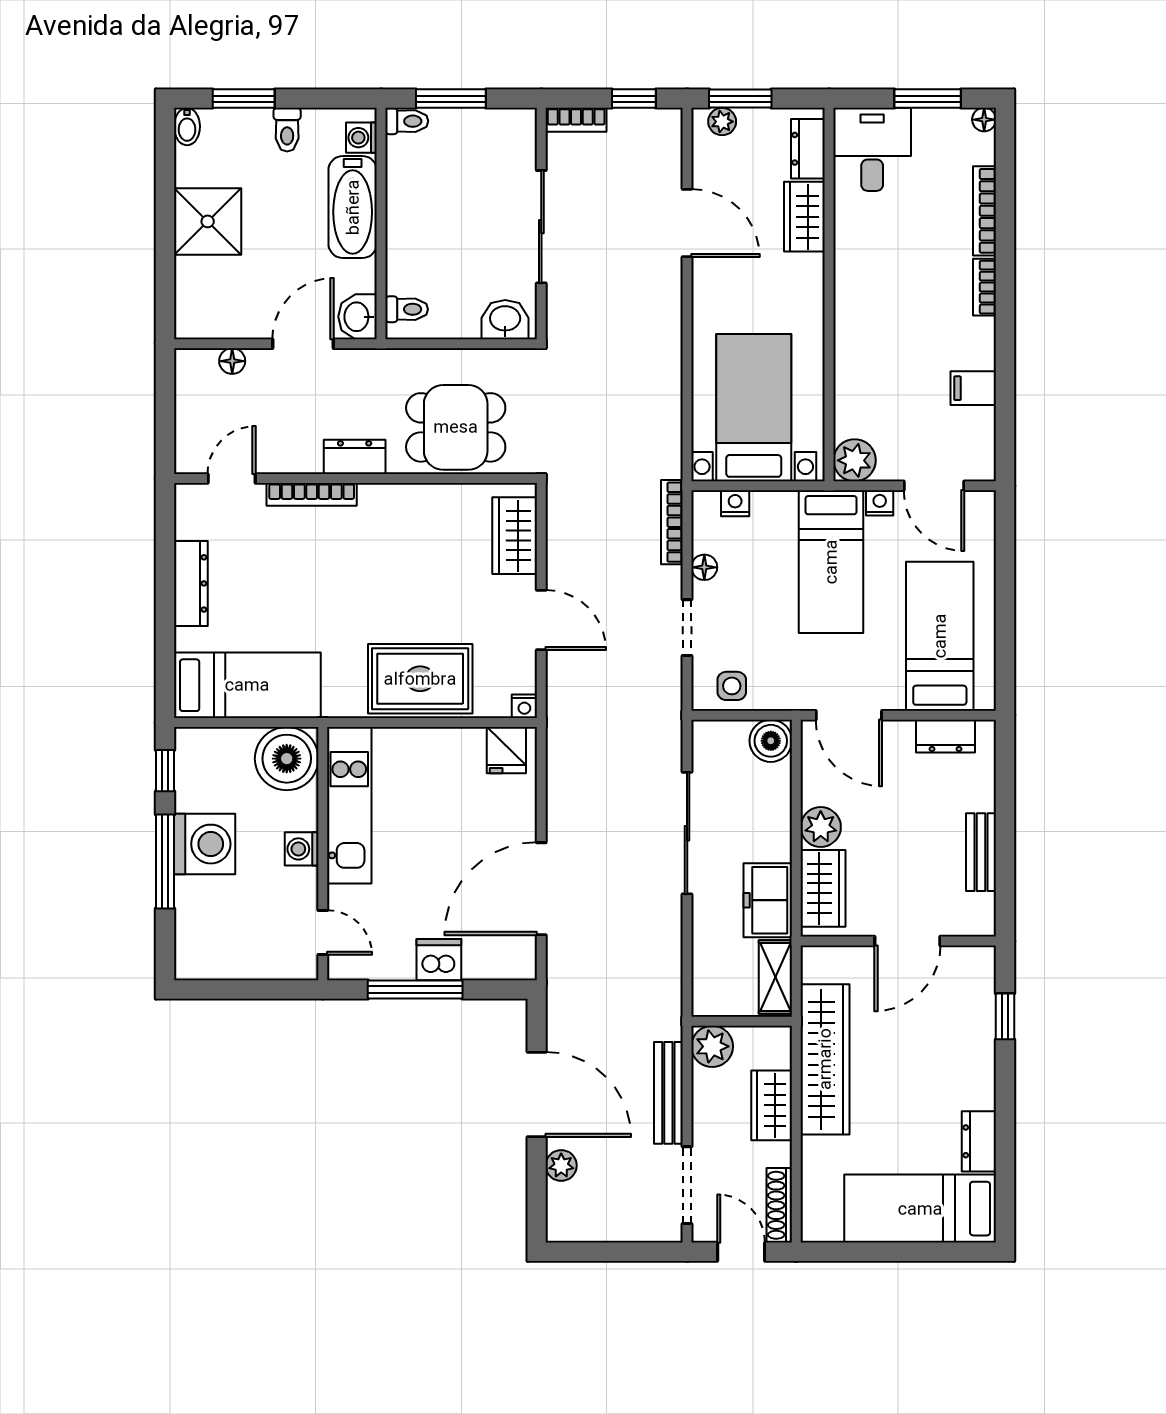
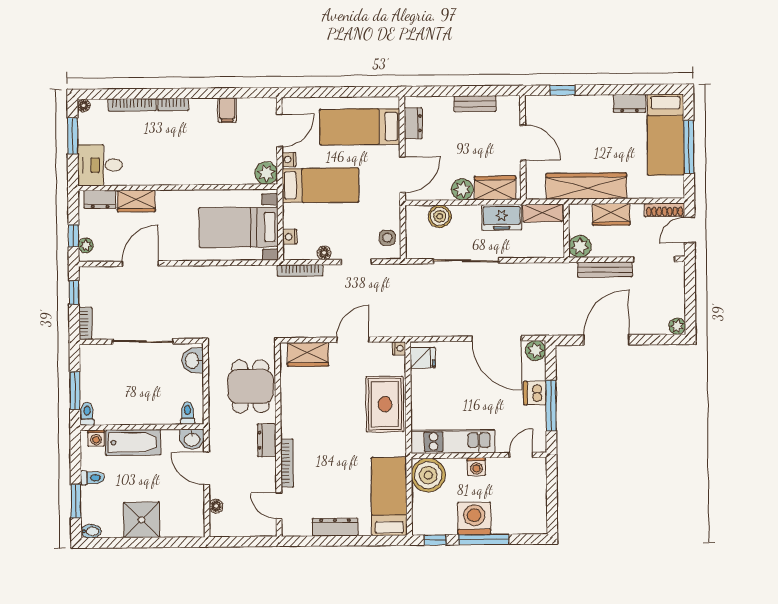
window: (740, 99) -> (73, 236), width x0.67
boiler: (771, 741) -> (440, 216), moved
plant: (518, 962) -> (536, 351), added
plant: (561, 1166) -> (677, 326), moved
window: (897, 1252) -> (689, 147), added

